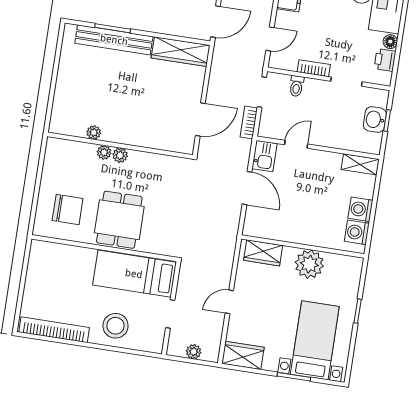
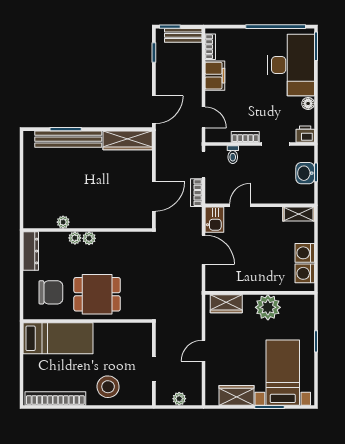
door: (270, 39) -> (203, 117), hinge flipped
printer: (385, 60) -> (305, 134), moved, turned 90
dresser: (52, 159) -> (31, 251), added
dining table: (119, 220) -> (97, 294), turned 90
bed: (134, 274) -> (58, 338), moved, turned 180
wardrobe: (243, 355) -> (237, 395), moved

